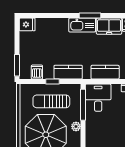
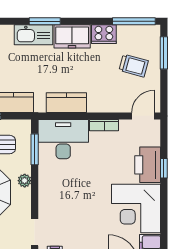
desk: (98, 98) -> (63, 139), width x1.37
window: (83, 105) -> (35, 149), width x0.69

